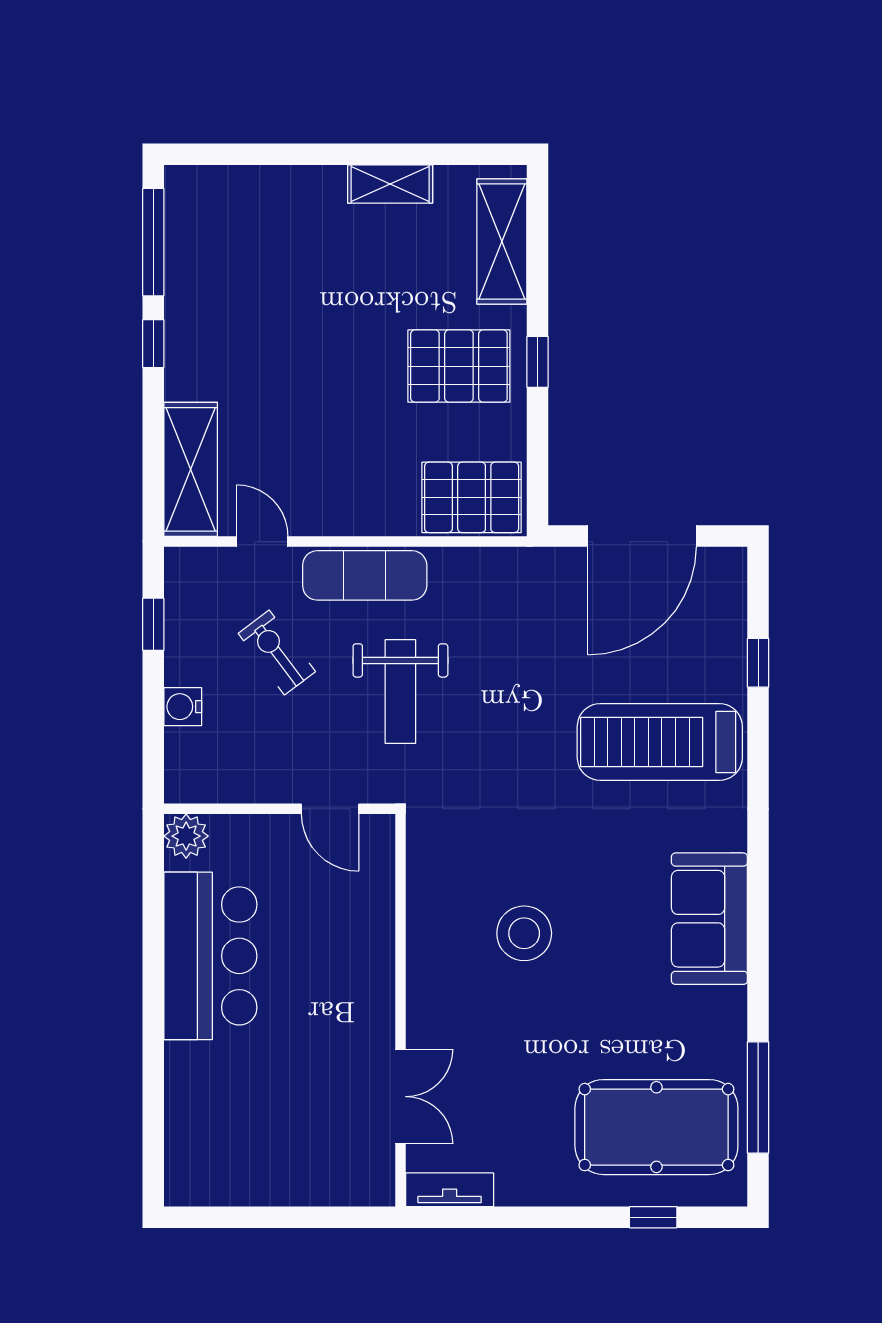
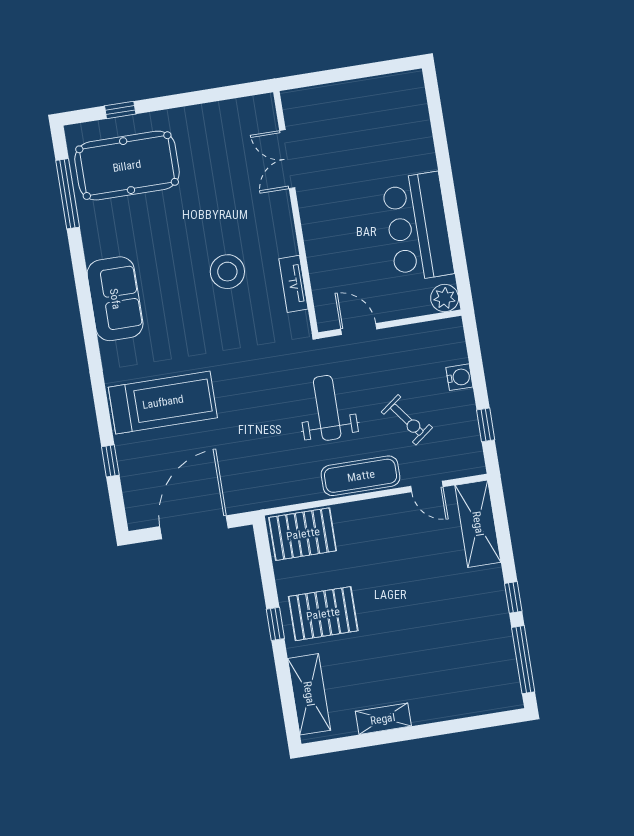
tv unit: (450, 1190) -> (293, 284), moved, turned 90

